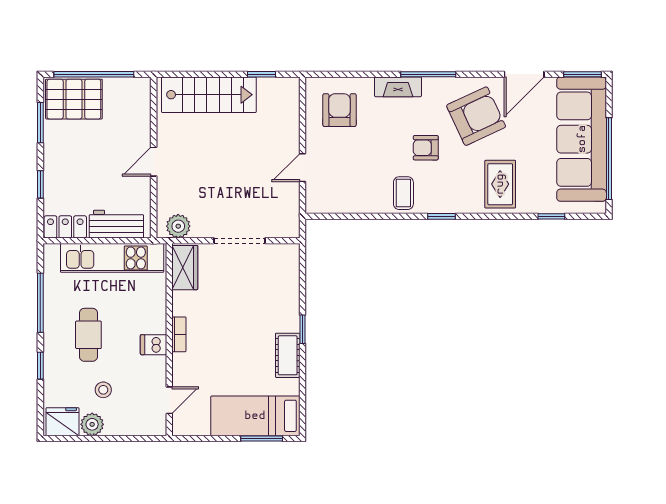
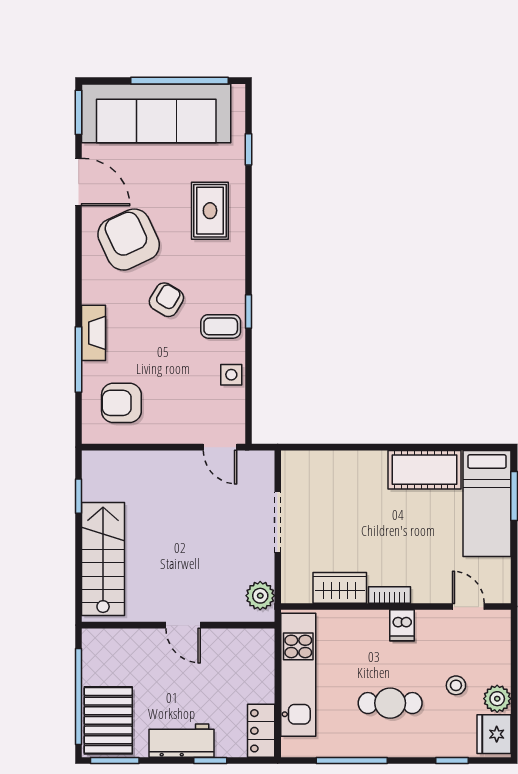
window: (428, 74) -> (79, 359), moved
window: (40, 123) -> (115, 761), moved
armchair: (426, 148) -> (166, 300), turned -149
door: (302, 168) -> (220, 447), moved
rug: (500, 184) -> (210, 211), turned 90
side table: (363, 202) -> (231, 375), added
window: (441, 216) -> (248, 312), moved
workbench: (116, 224) -> (181, 741), moved, turned 90
wardrobe: (185, 268) -> (340, 588), moved
window: (302, 329) -> (383, 447), removed
cot: (288, 355) -> (425, 470), width x1.37, depth x1.34
window: (40, 366) -> (452, 761), moved

